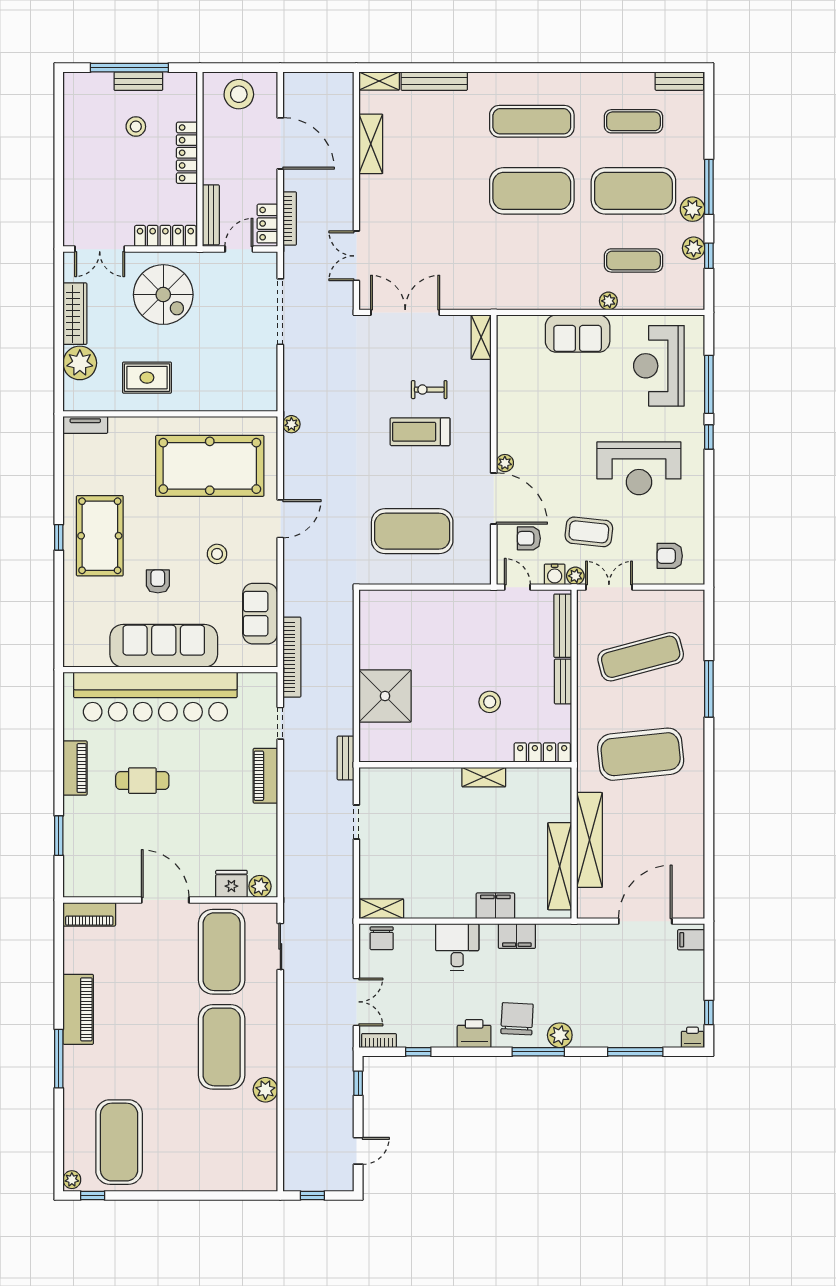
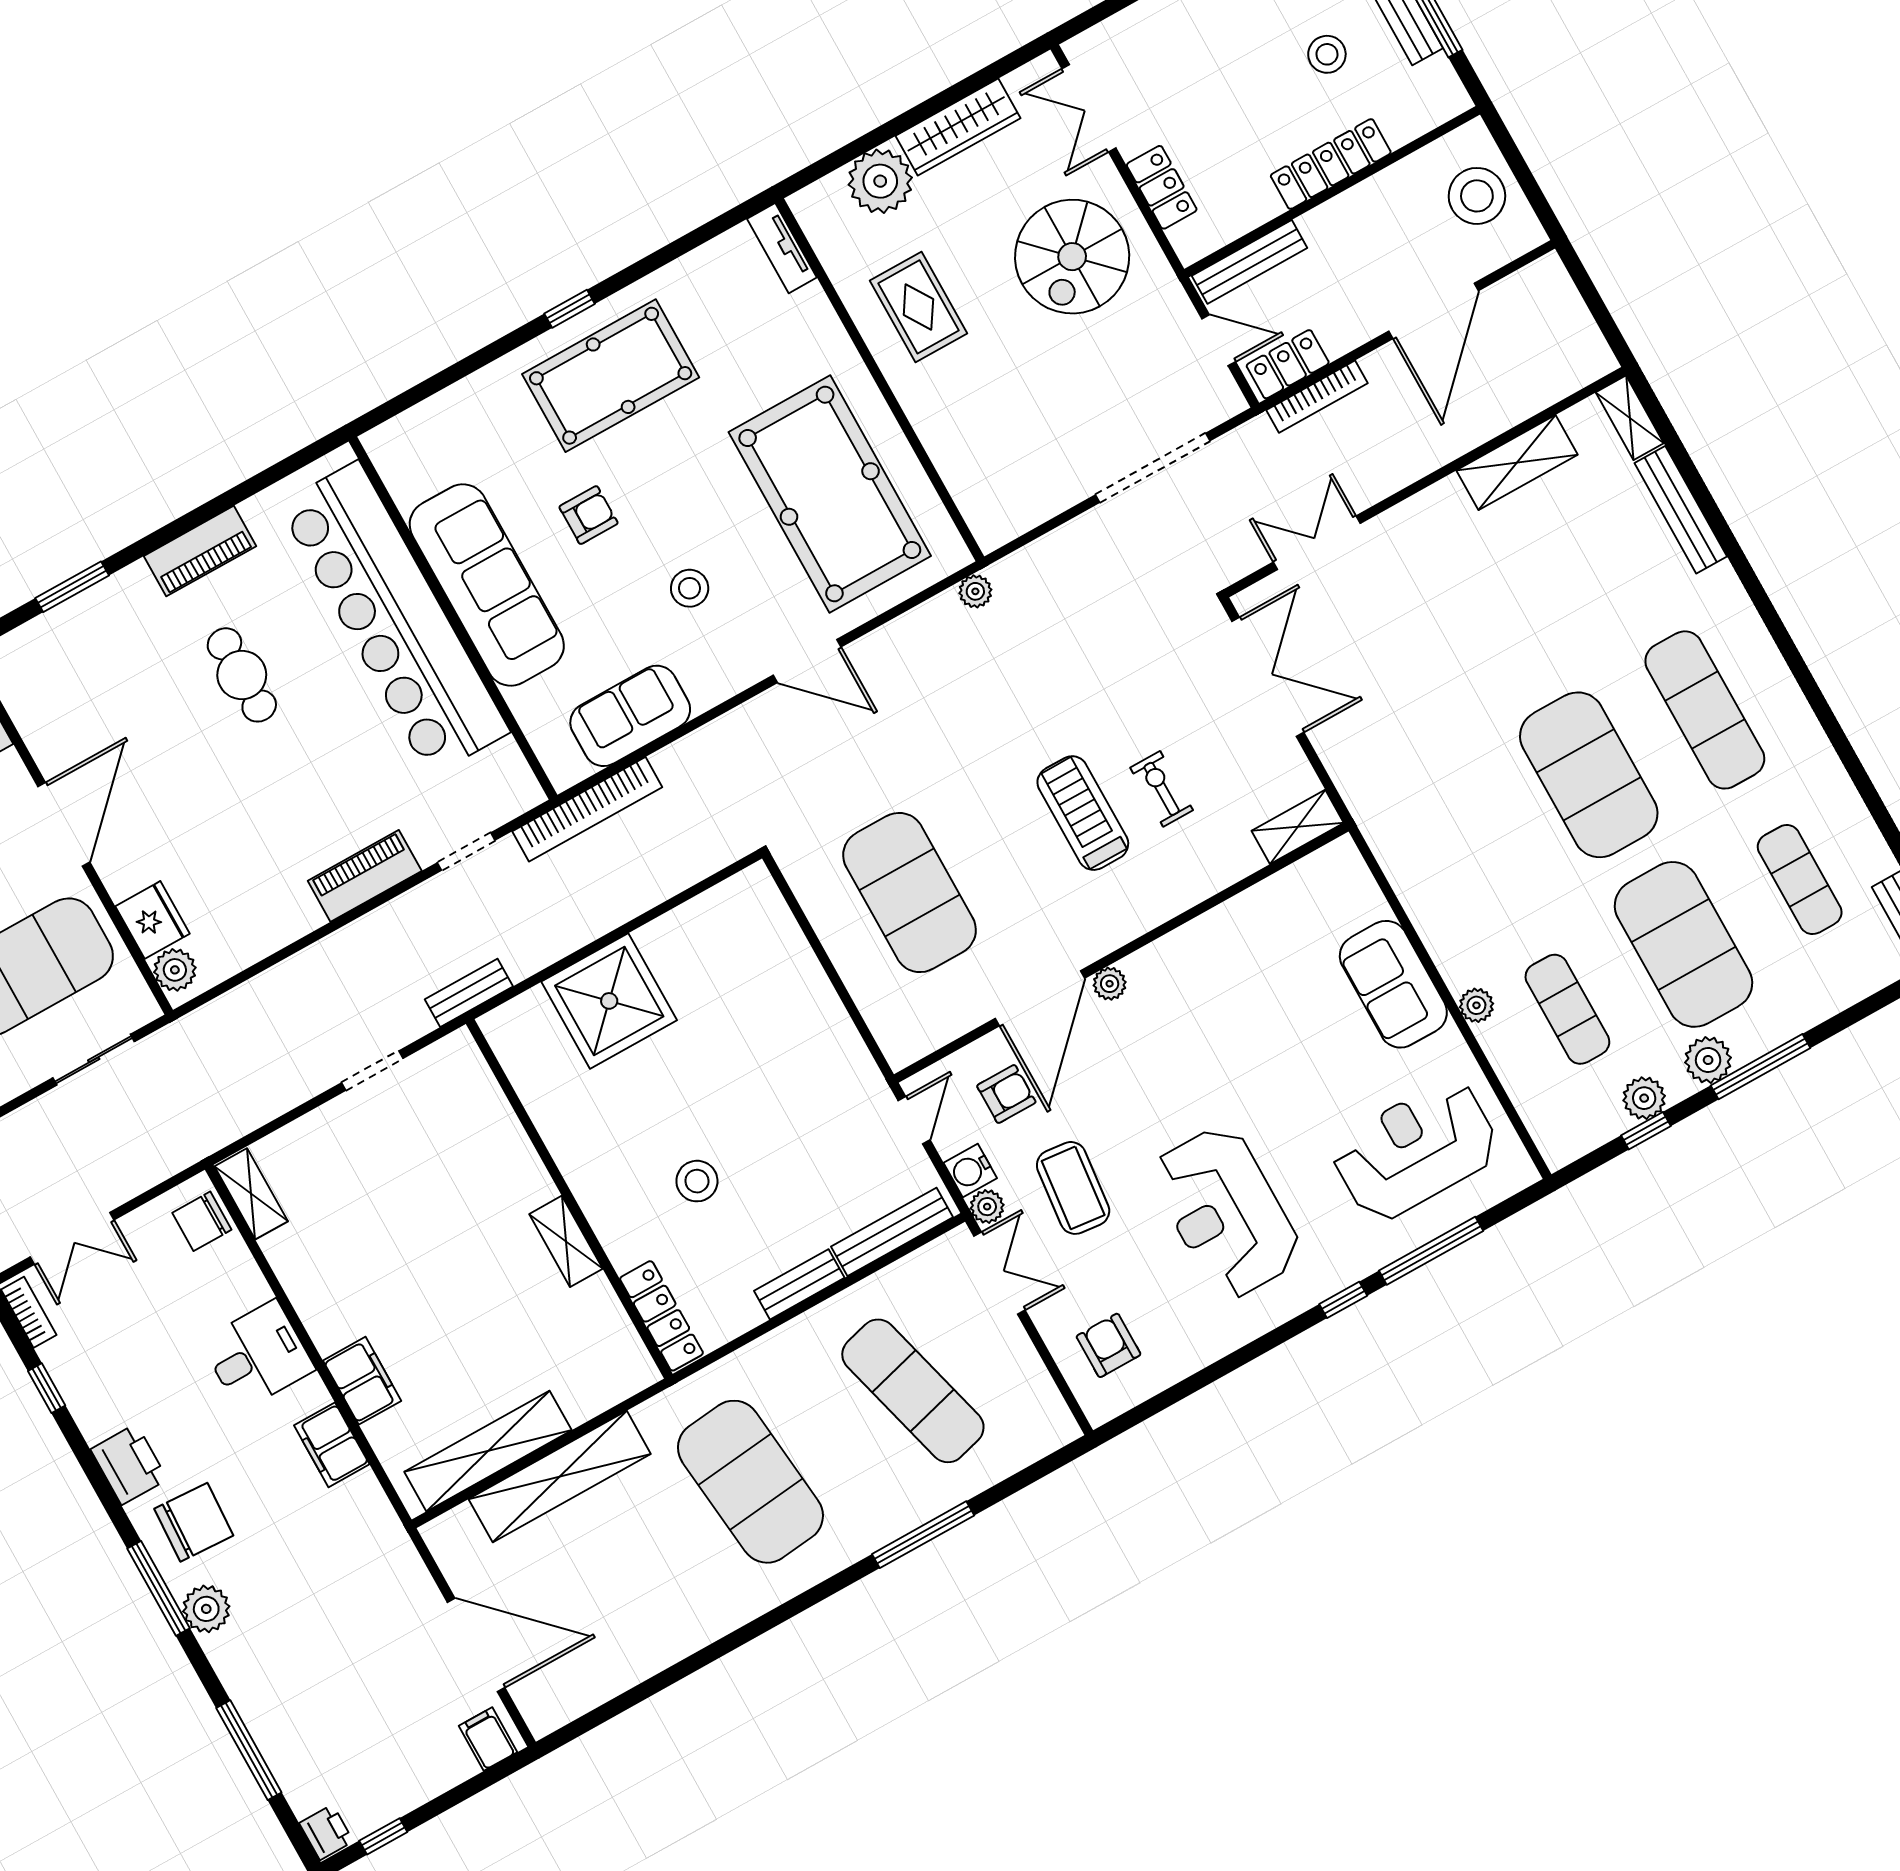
locker: (165, 236) -> (1162, 187), width x0.66
armchair: (529, 538) -> (1006, 1094), turned 90

